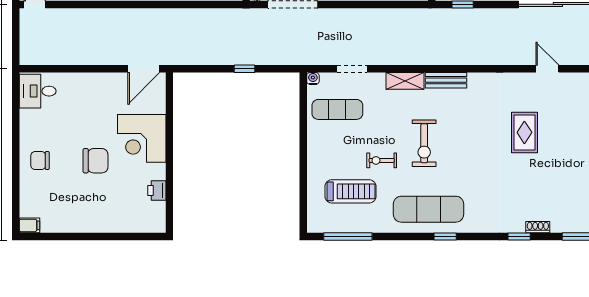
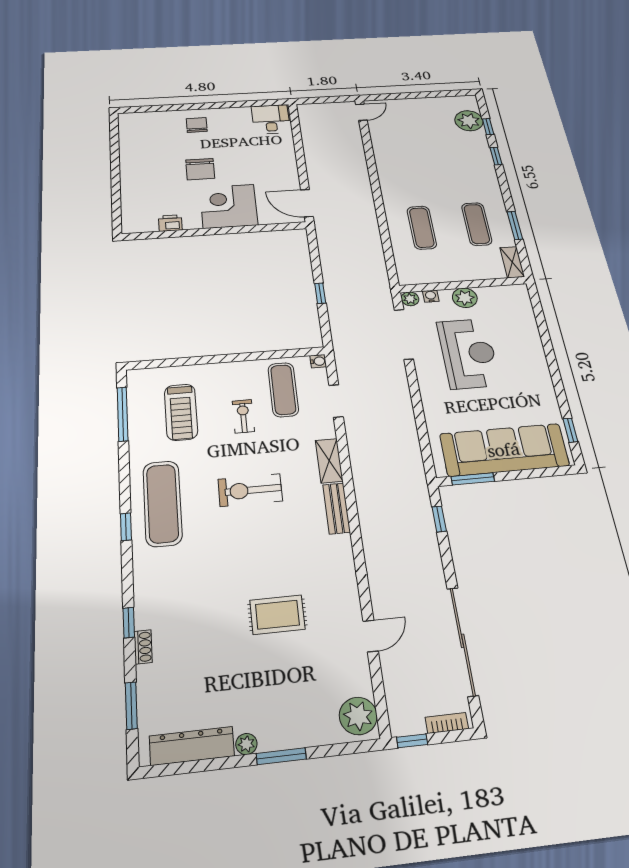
exercise bike: (382, 160) -> (243, 416), moved
filing cabinet: (29, 225) -> (126, 121), removed

